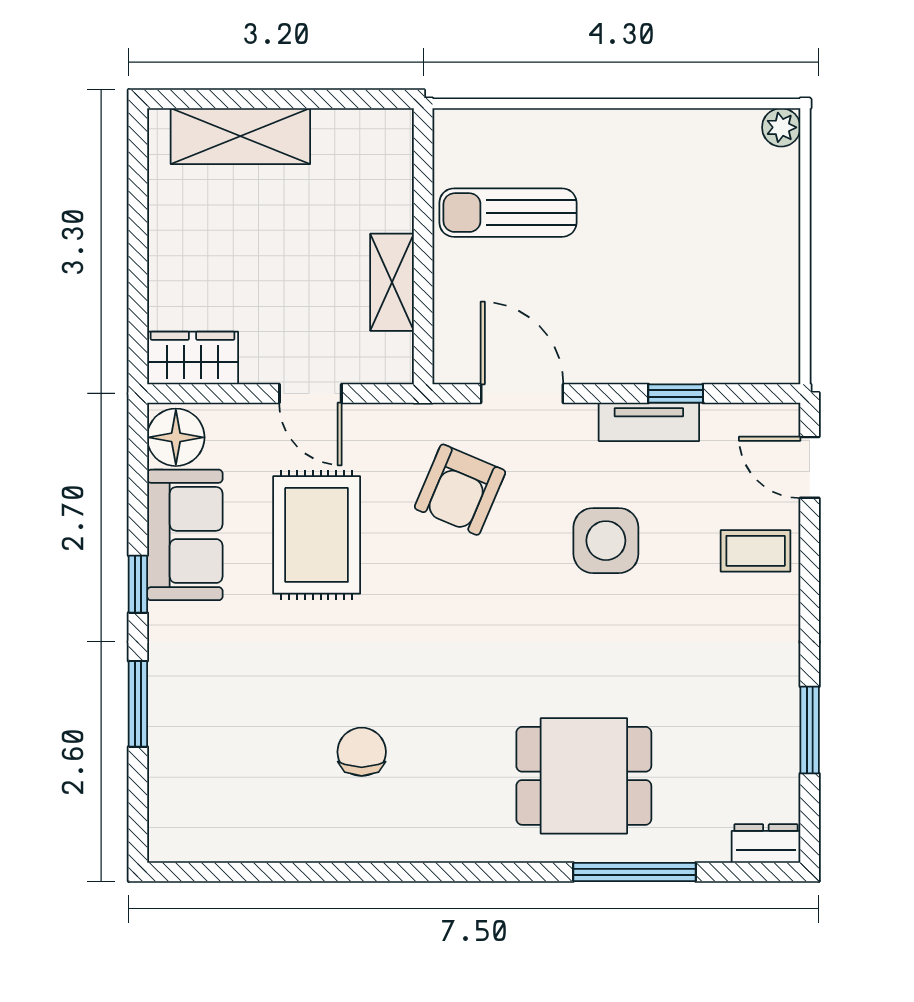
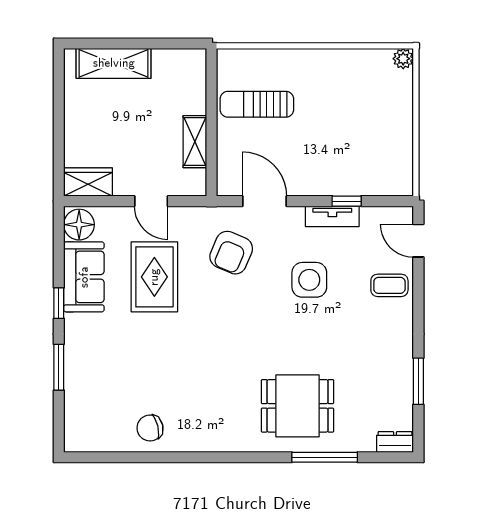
chair: (362, 752) -> (150, 428), moved, turned -104

